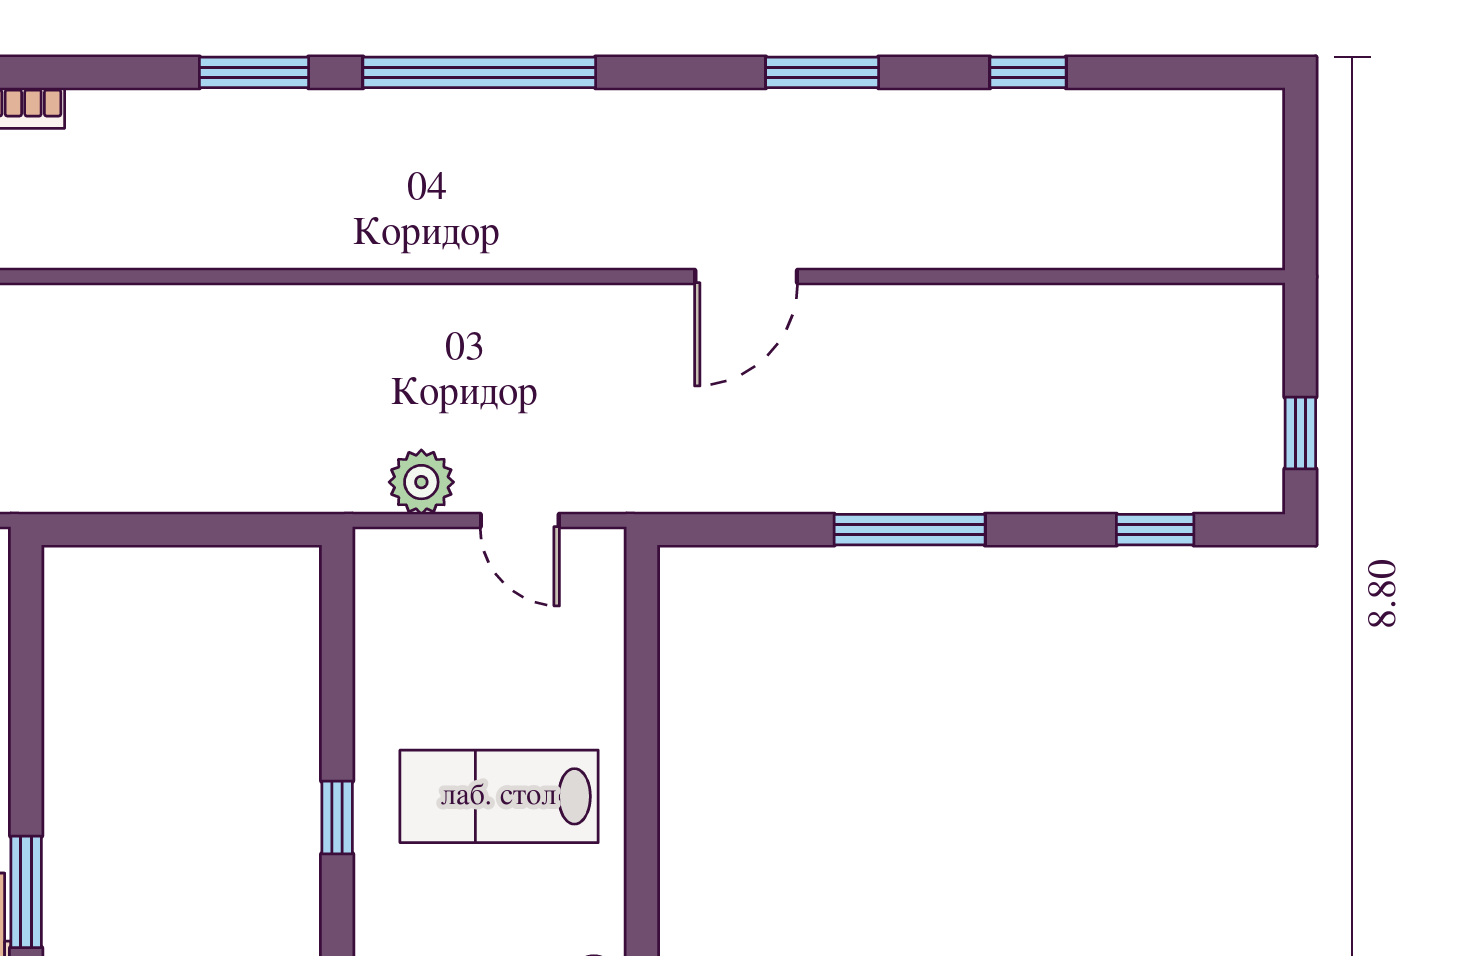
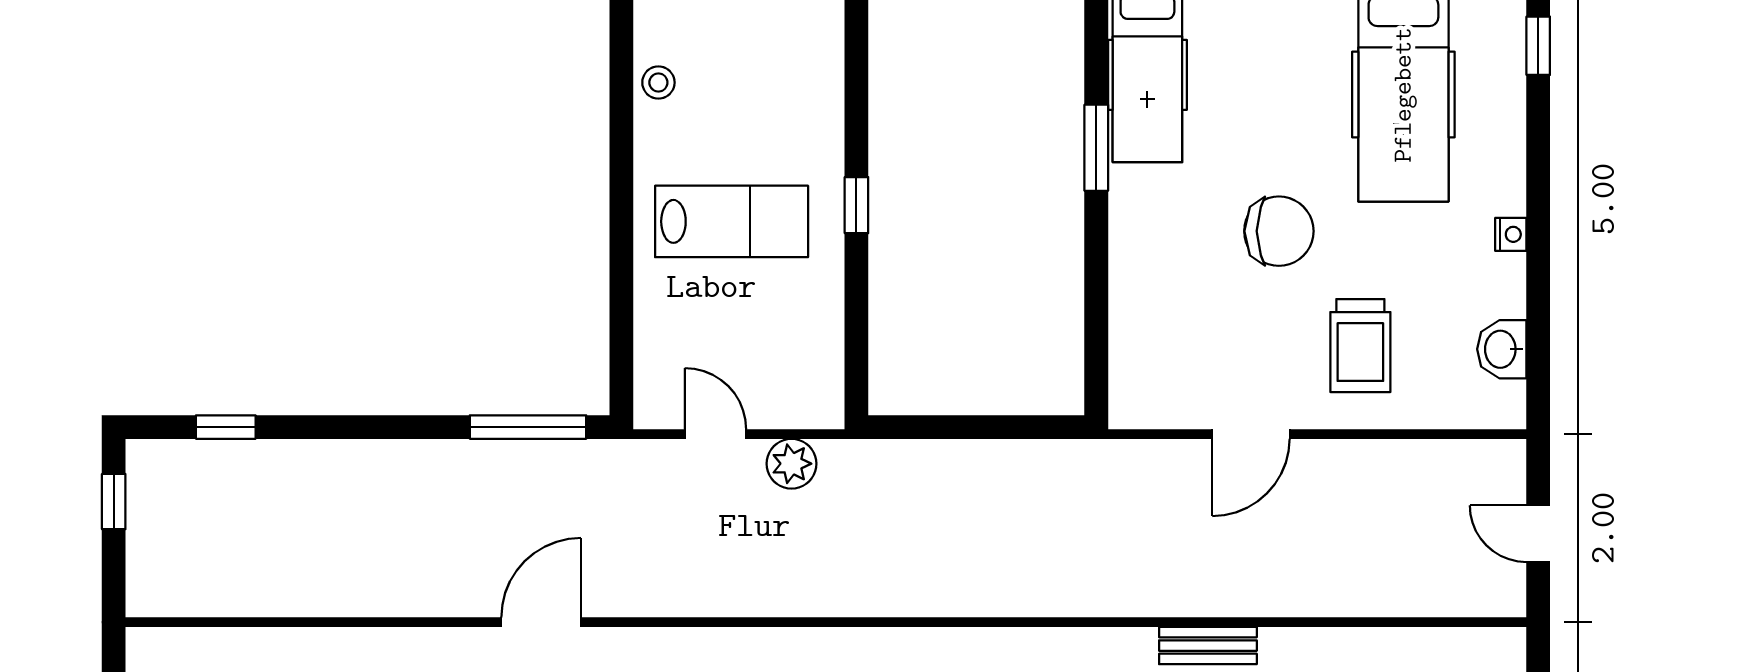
window: (910, 530) -> (528, 427), moved

